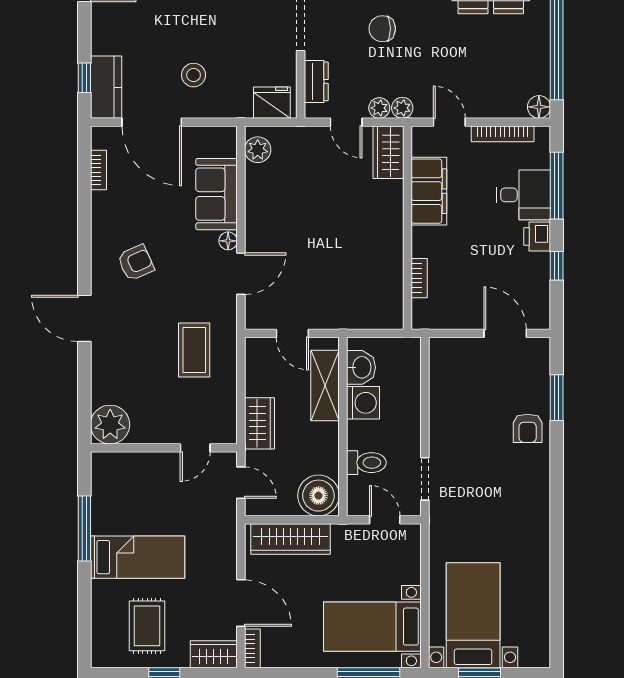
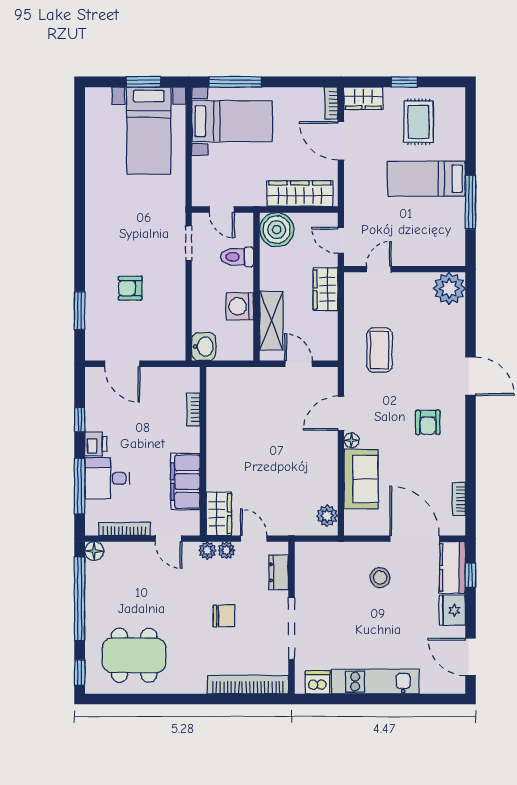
fridge: (272, 103) -> (452, 610), moved, turned 90
armchair: (136, 263) -> (428, 422), turned -66
washbasin: (361, 367) -> (204, 347), moved, turned 180
armchair: (528, 428) -> (130, 288), moved, turned -90

